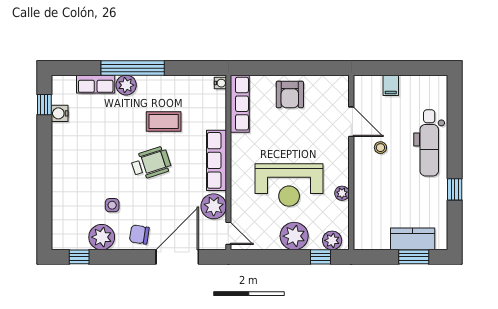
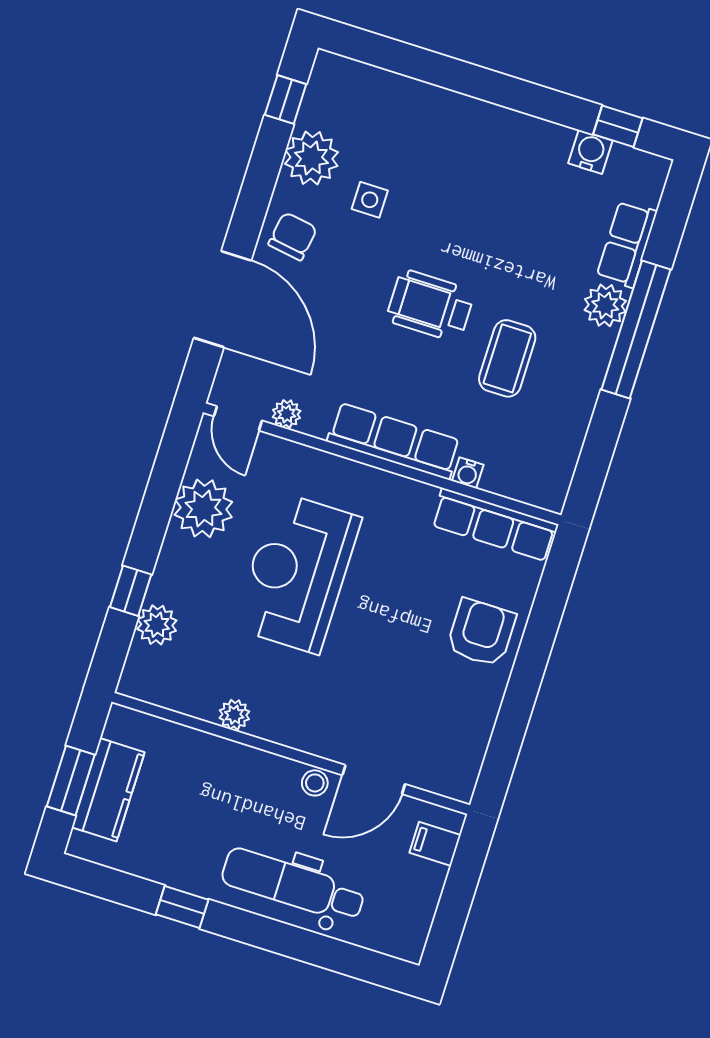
water cooler: (220, 83) -> (468, 473), moved
armchair: (290, 94) -> (481, 633), turned 90
door: (351, 122) -> (374, 780), moved
wall: (351, 162) -> (291, 753), moved
wheelchair: (151, 163) -> (430, 306), turned 108
plant: (342, 193) -> (234, 715), moved
plant: (214, 206) -> (287, 414), width x0.53, depth x0.53
door: (228, 233) -> (238, 418), hinge flipped
plant: (294, 236) -> (203, 508), moved

